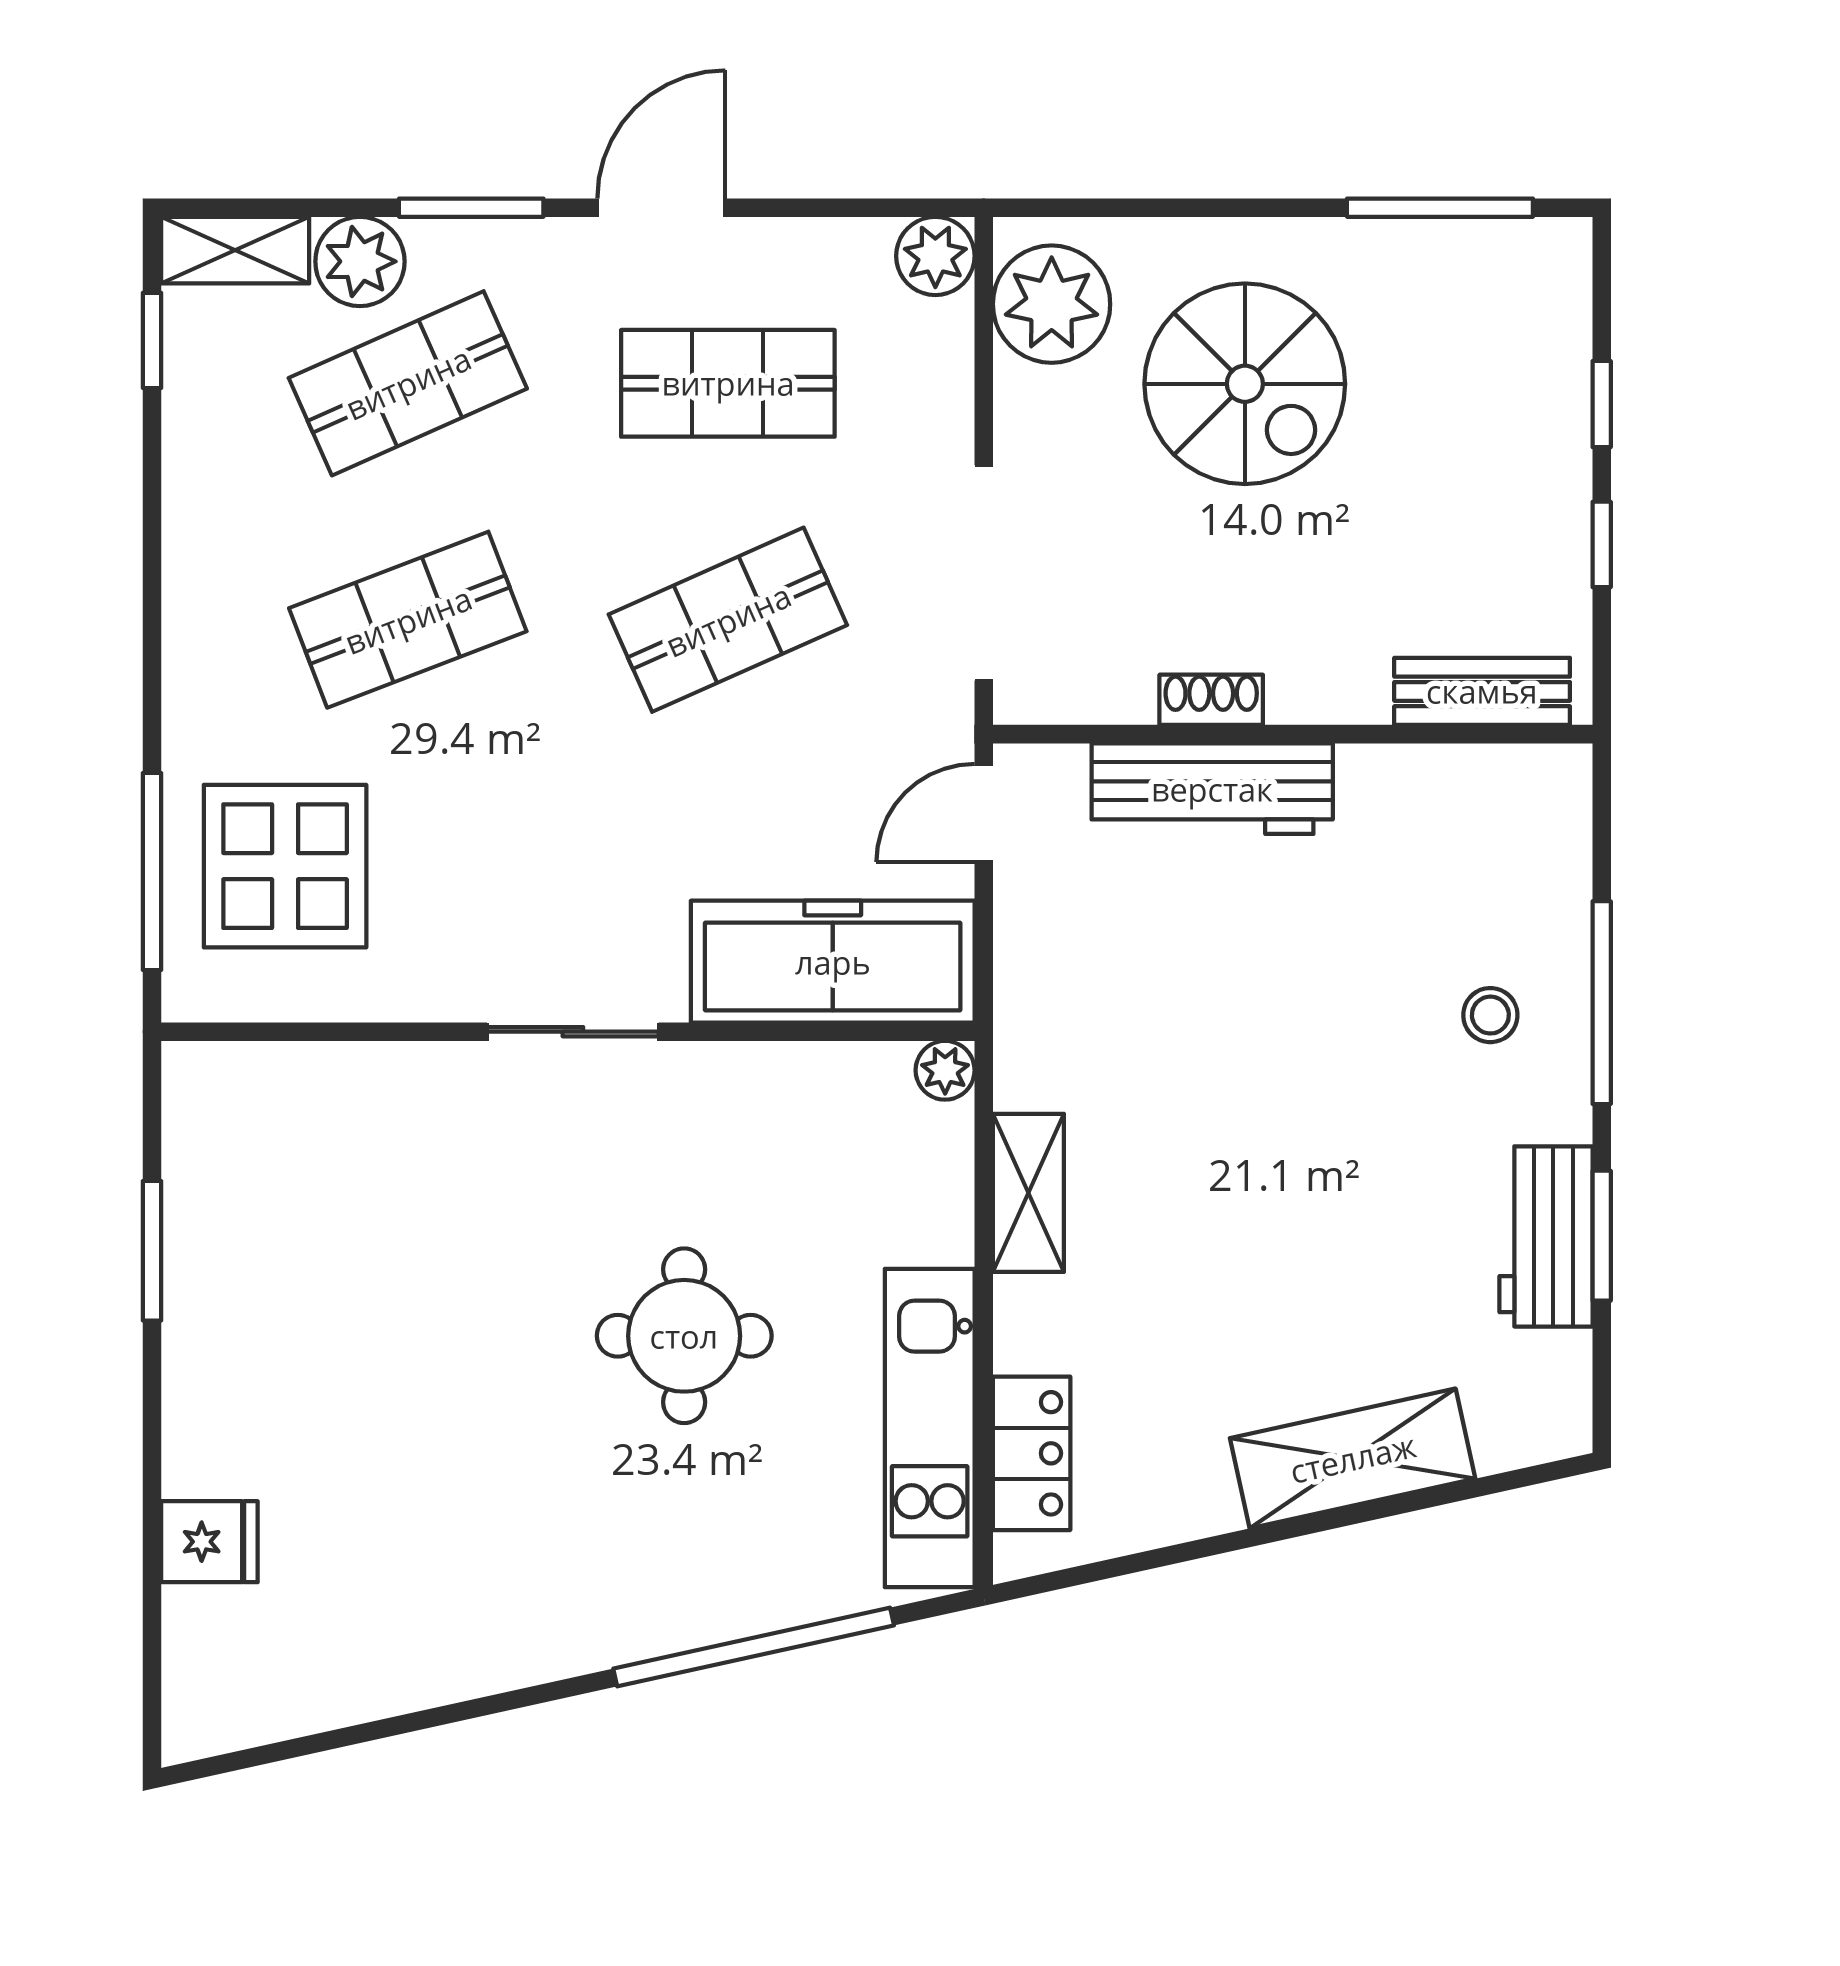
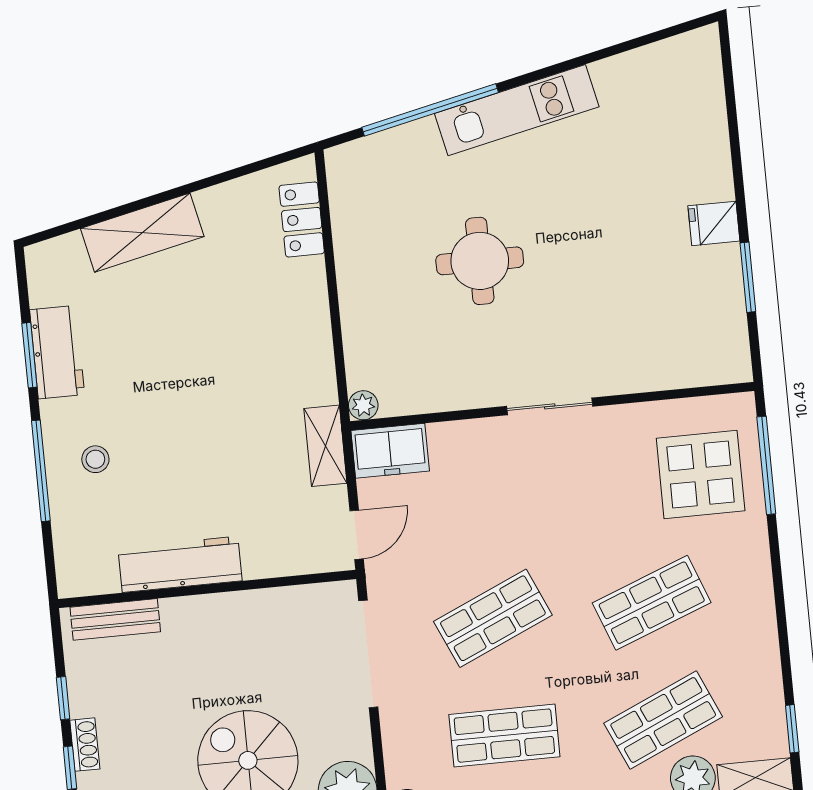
shoe rack: (1211, 700) -> (85, 745), moved, turned -90
workbench: (1212, 789) -> (180, 564), moved
freezer: (833, 962) -> (390, 451), width x0.52, depth x0.79
shelving: (1028, 1193) -> (325, 446), moved
kitchen unit: (930, 1428) -> (517, 110), moved, turned 78
fridge: (209, 1542) -> (714, 223), moved

